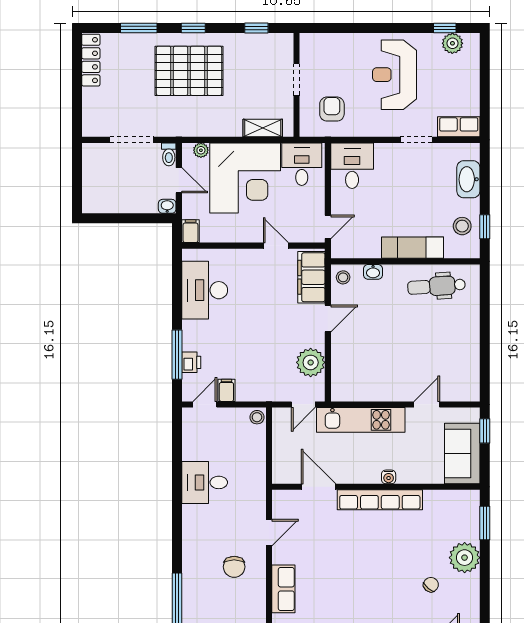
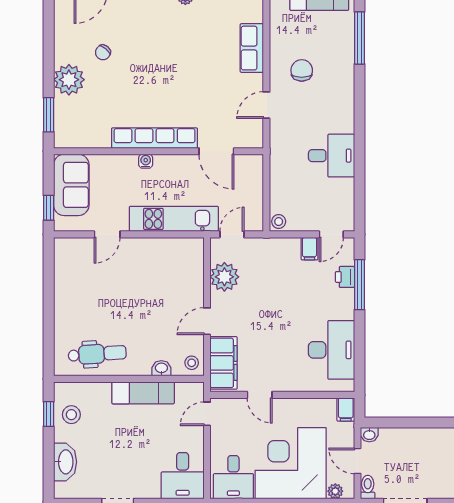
exam couch: (413, 248) -> (143, 393), moved

